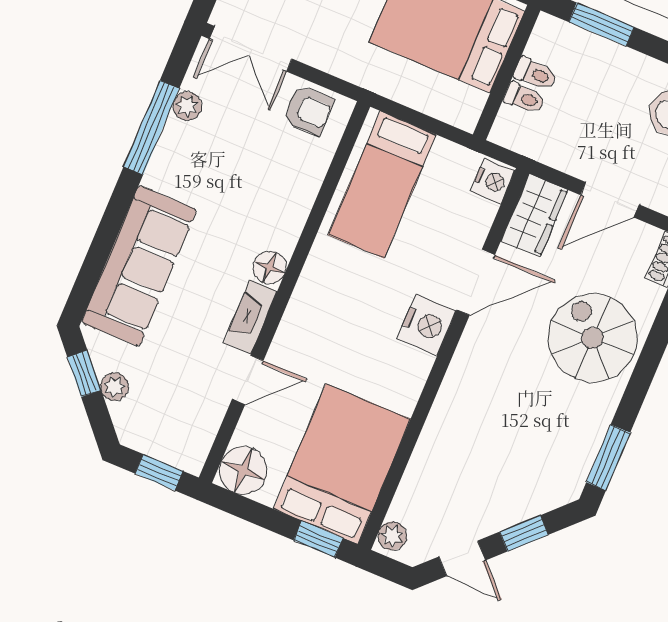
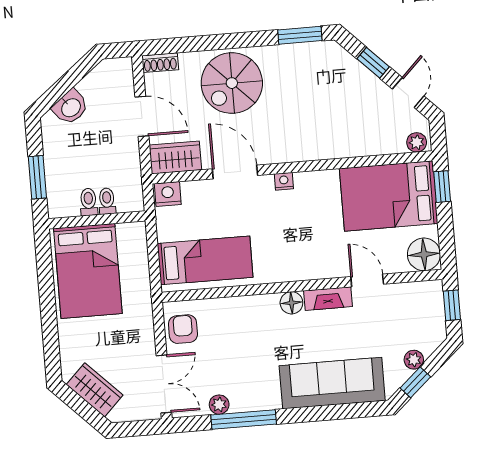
nightstand: (427, 325) -> (284, 181), width x0.53, depth x0.56

